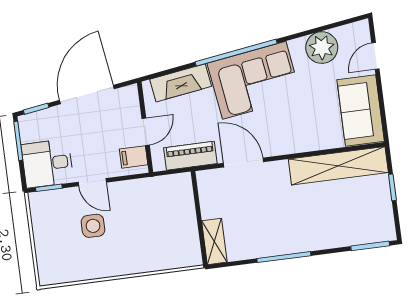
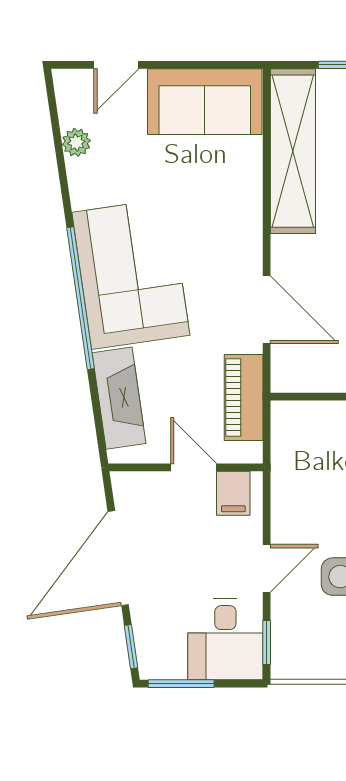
plant: (322, 48) -> (76, 142), width x0.53, depth x0.53
door: (375, 56) -> (116, 65), hinge flipped
door: (87, 94) -> (118, 558), hinge flipped
door: (243, 163) -> (267, 310), swing flipped

